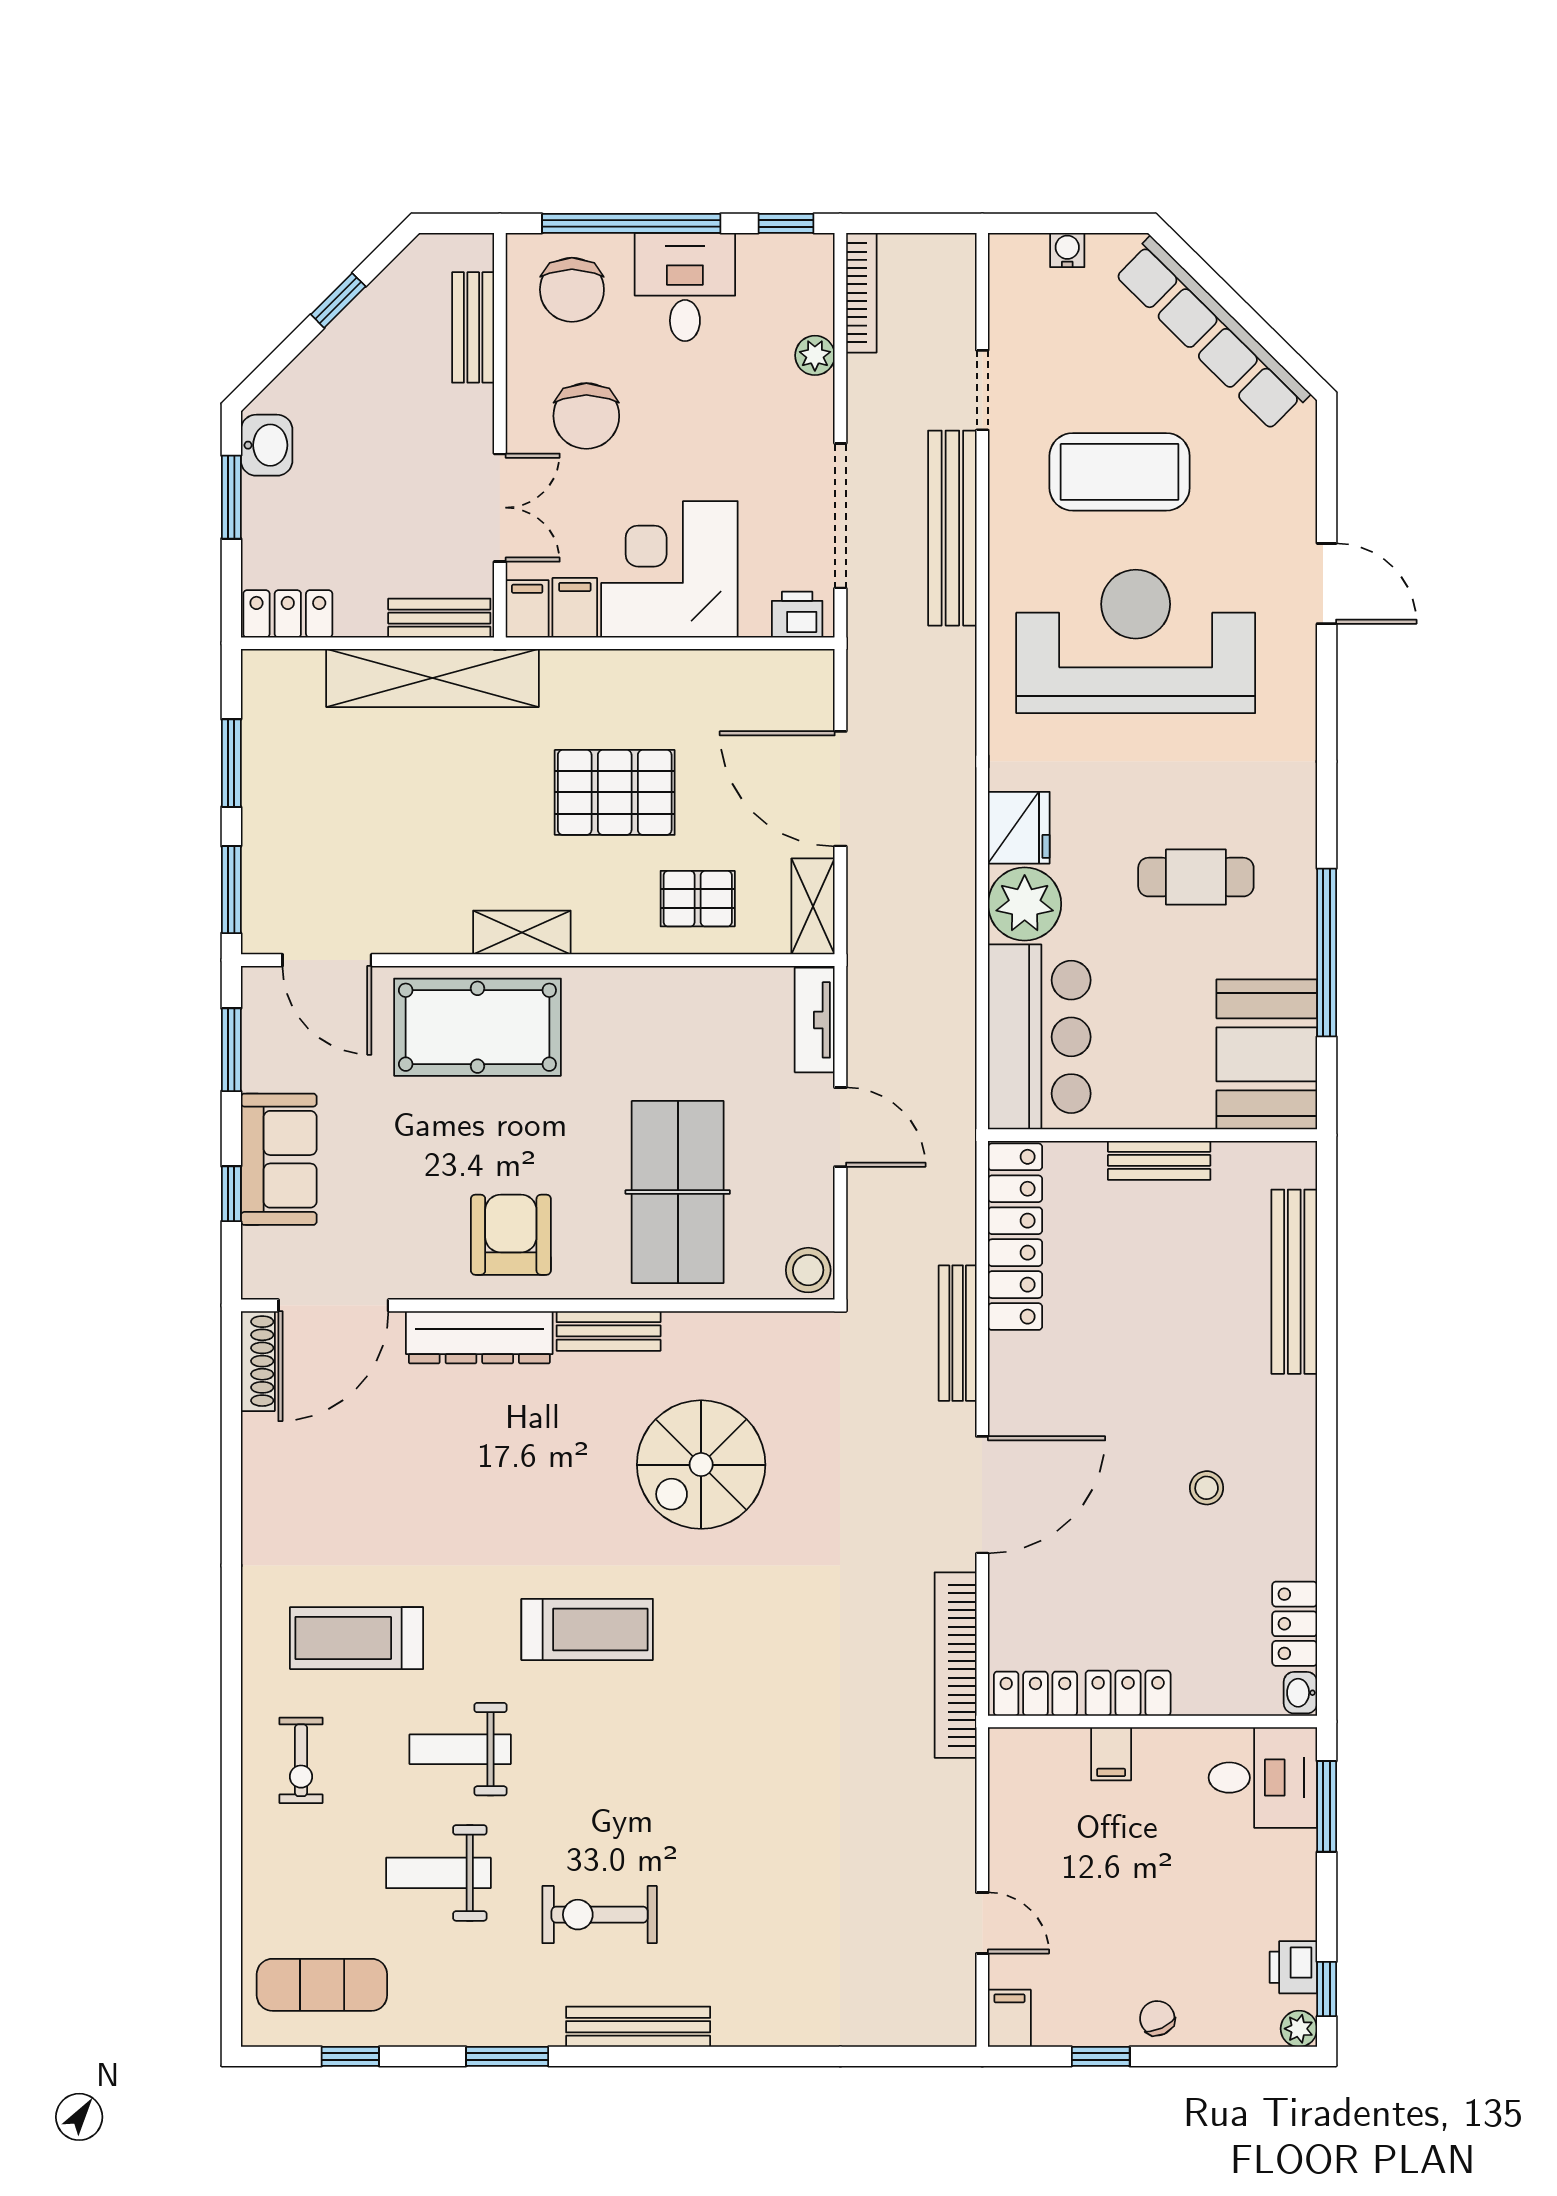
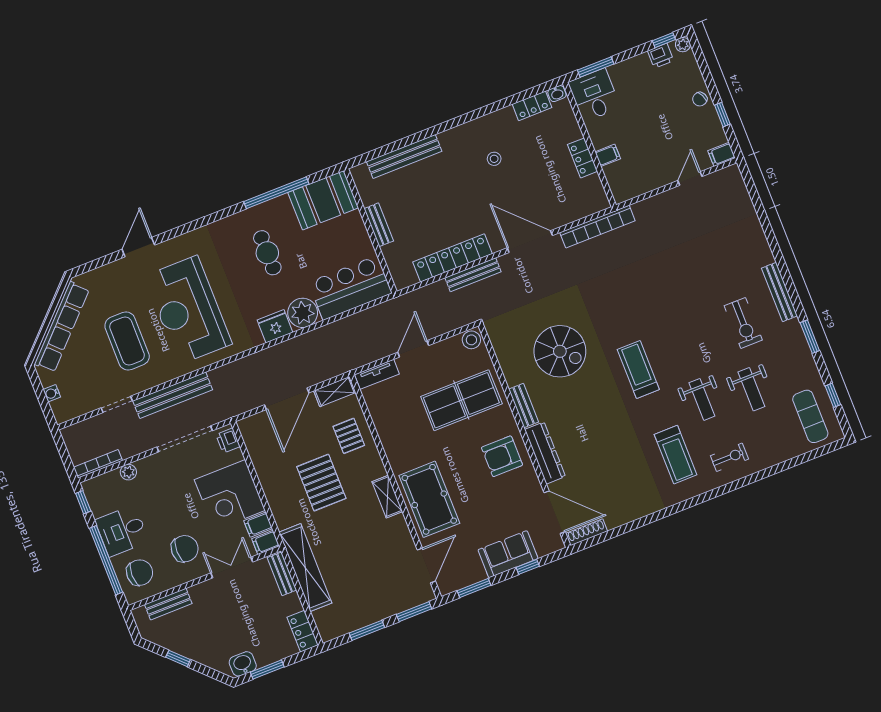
locker: (1015, 1237) -> (453, 258), moved
locker: (1035, 1694) -> (596, 192), removed

